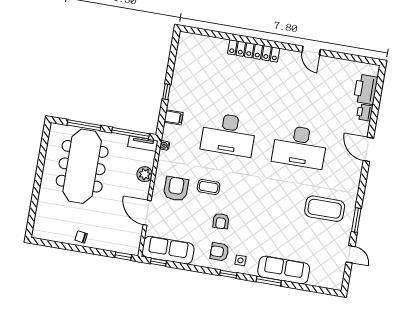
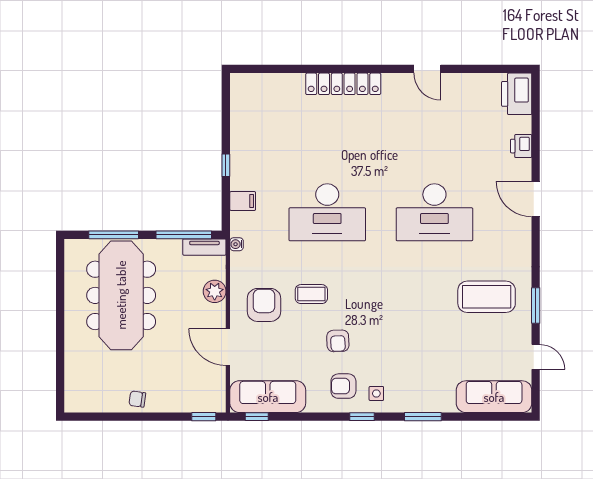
printer: (366, 89) -> (517, 94), moved
sofa: (284, 270) -> (494, 397), moved

